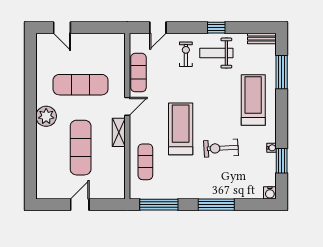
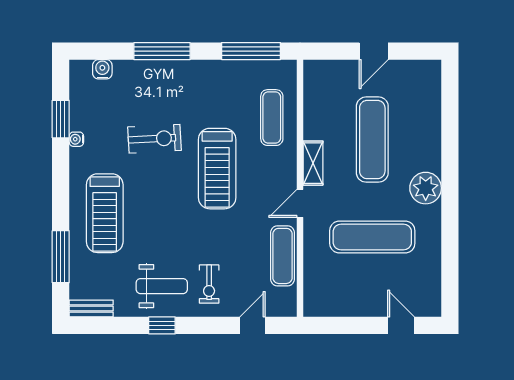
water cooler: (270, 193) -> (102, 69), moved

